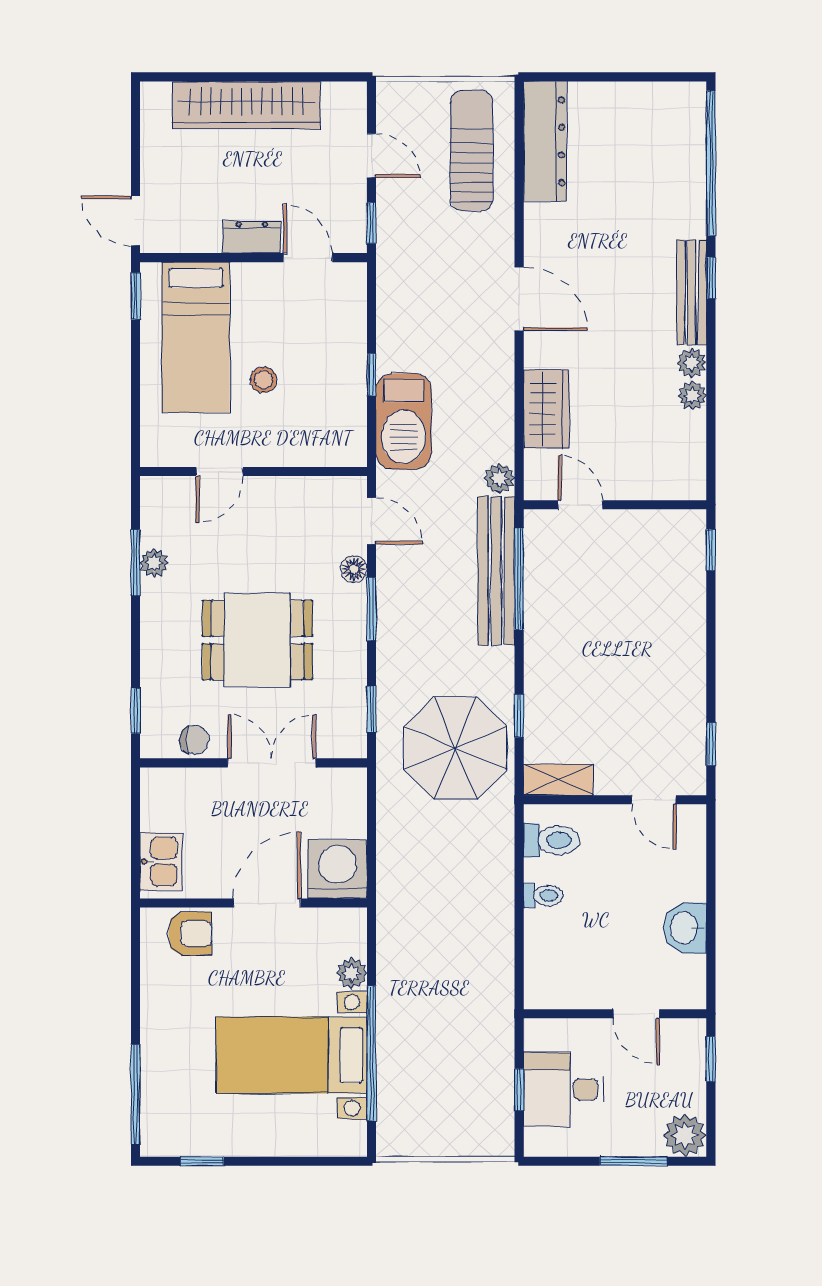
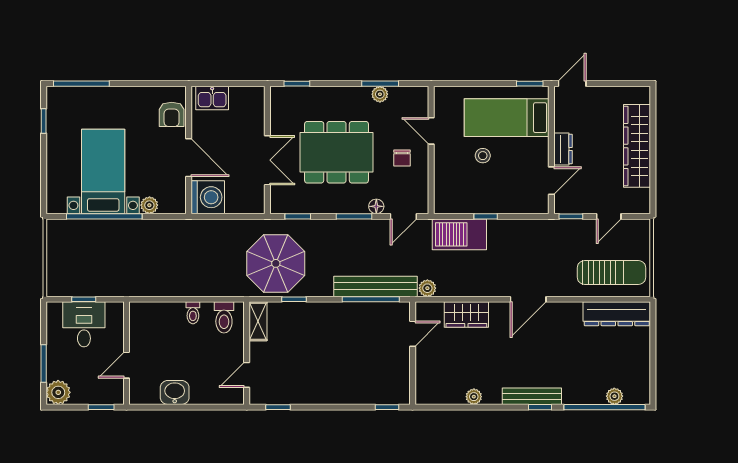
plant: (692, 363) -> (614, 396), moved
dining table: (257, 640) -> (337, 152), width x1.38
chair: (194, 740) -> (402, 158), moved

